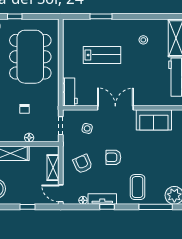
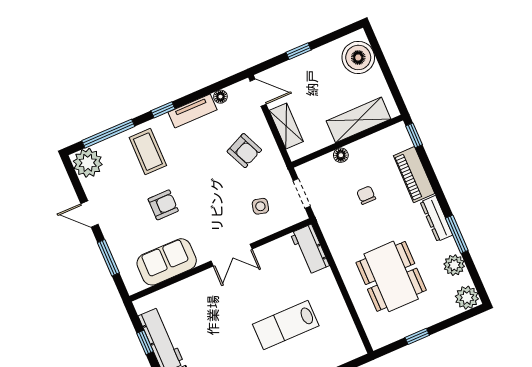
window: (15, 16) -> (417, 336), moved
dining table: (30, 57) -> (391, 276), width x0.73, depth x0.80
double door: (115, 108) -> (232, 255), width x0.73
armchair: (113, 157) -> (163, 205), moved
window: (107, 207) -> (163, 110), moved

